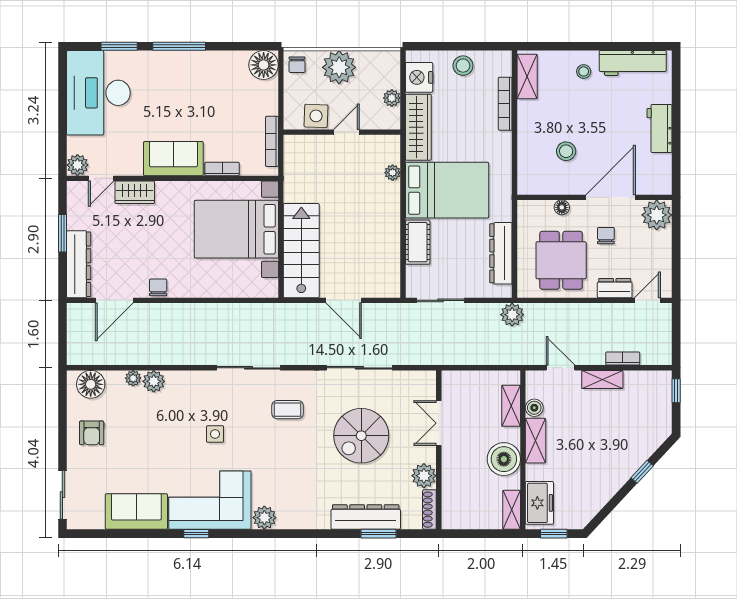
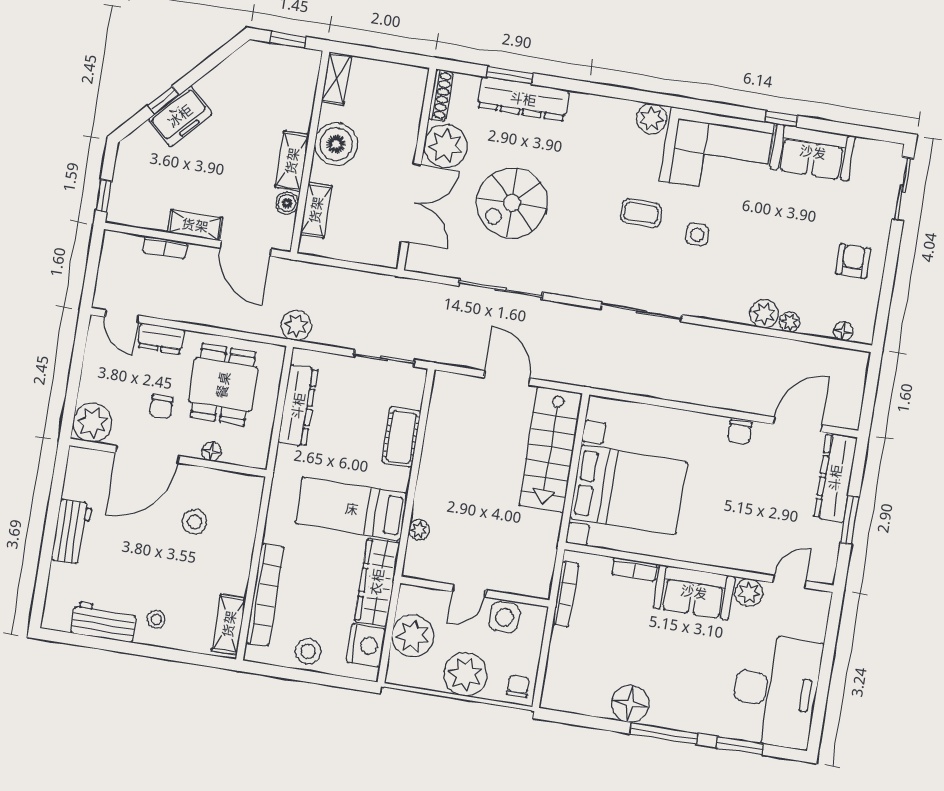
workbench: (633, 63) -> (104, 622), width x0.73
floor lamp: (264, 65) -> (630, 704), moved
plant: (392, 98) -> (413, 636), width x1.87, depth x1.87
bookcase: (505, 104) -> (265, 595), width x1.48, depth x1.31
plant: (77, 165) -> (749, 593), moved
bed: (447, 190) -> (352, 509), width x0.67
wardrobe: (135, 192) -> (750, 557), removed
door: (647, 300) -> (122, 316), hinge flipped
door: (561, 368) -> (246, 248), width x1.38
floor lamp: (91, 384) -> (843, 331), width x0.53, depth x0.53
coffee table: (288, 410) -> (641, 213), moved
double door: (439, 423) -> (411, 203), width x1.37
spiral stairs: (361, 436) -> (512, 203), turned 180
plant: (424, 476) -> (446, 146), width x1.36, depth x1.36
freezer: (539, 503) -> (180, 116), moved, turned -137
window: (196, 534) -> (781, 119), moved

